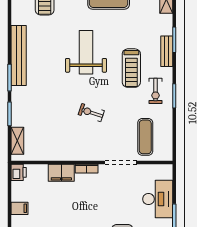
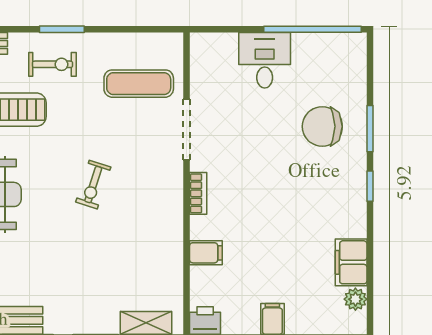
filing cabinet: (61, 173) -> (206, 253), width x0.50
desk: (158, 199) -> (265, 60), width x0.73

